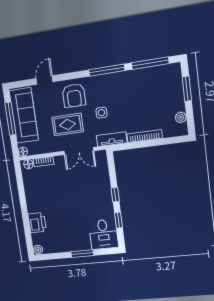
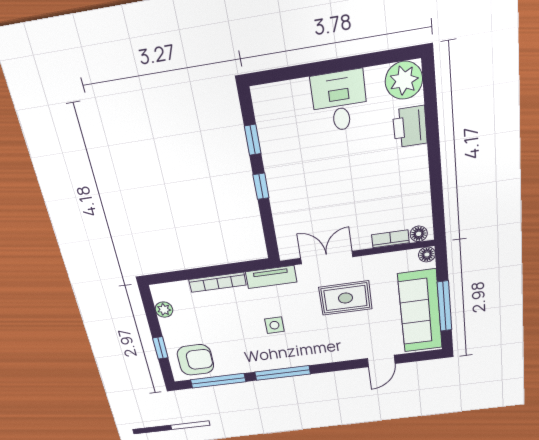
window: (187, 89) -> (160, 348), width x0.67
armchair: (74, 96) -> (195, 360), moved, turned 90
side table: (101, 113) -> (274, 325), moved
desk: (103, 234) -> (340, 101), moved
plant: (38, 250) -> (404, 80), width x1.87, depth x1.87
window: (82, 254) -> (321, 68), removed

